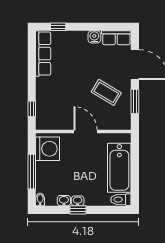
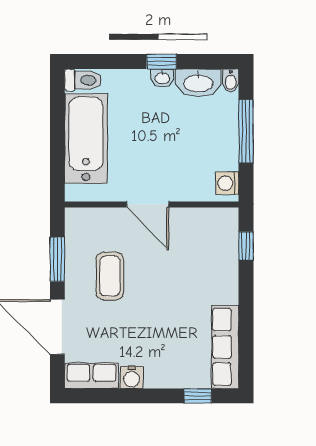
coffee table: (106, 92) -> (110, 276), turned 59
washing machine: (48, 149) -> (227, 183), width x0.53, depth x0.53
washbasin: (64, 201) -> (198, 83), width x1.91, depth x1.45

